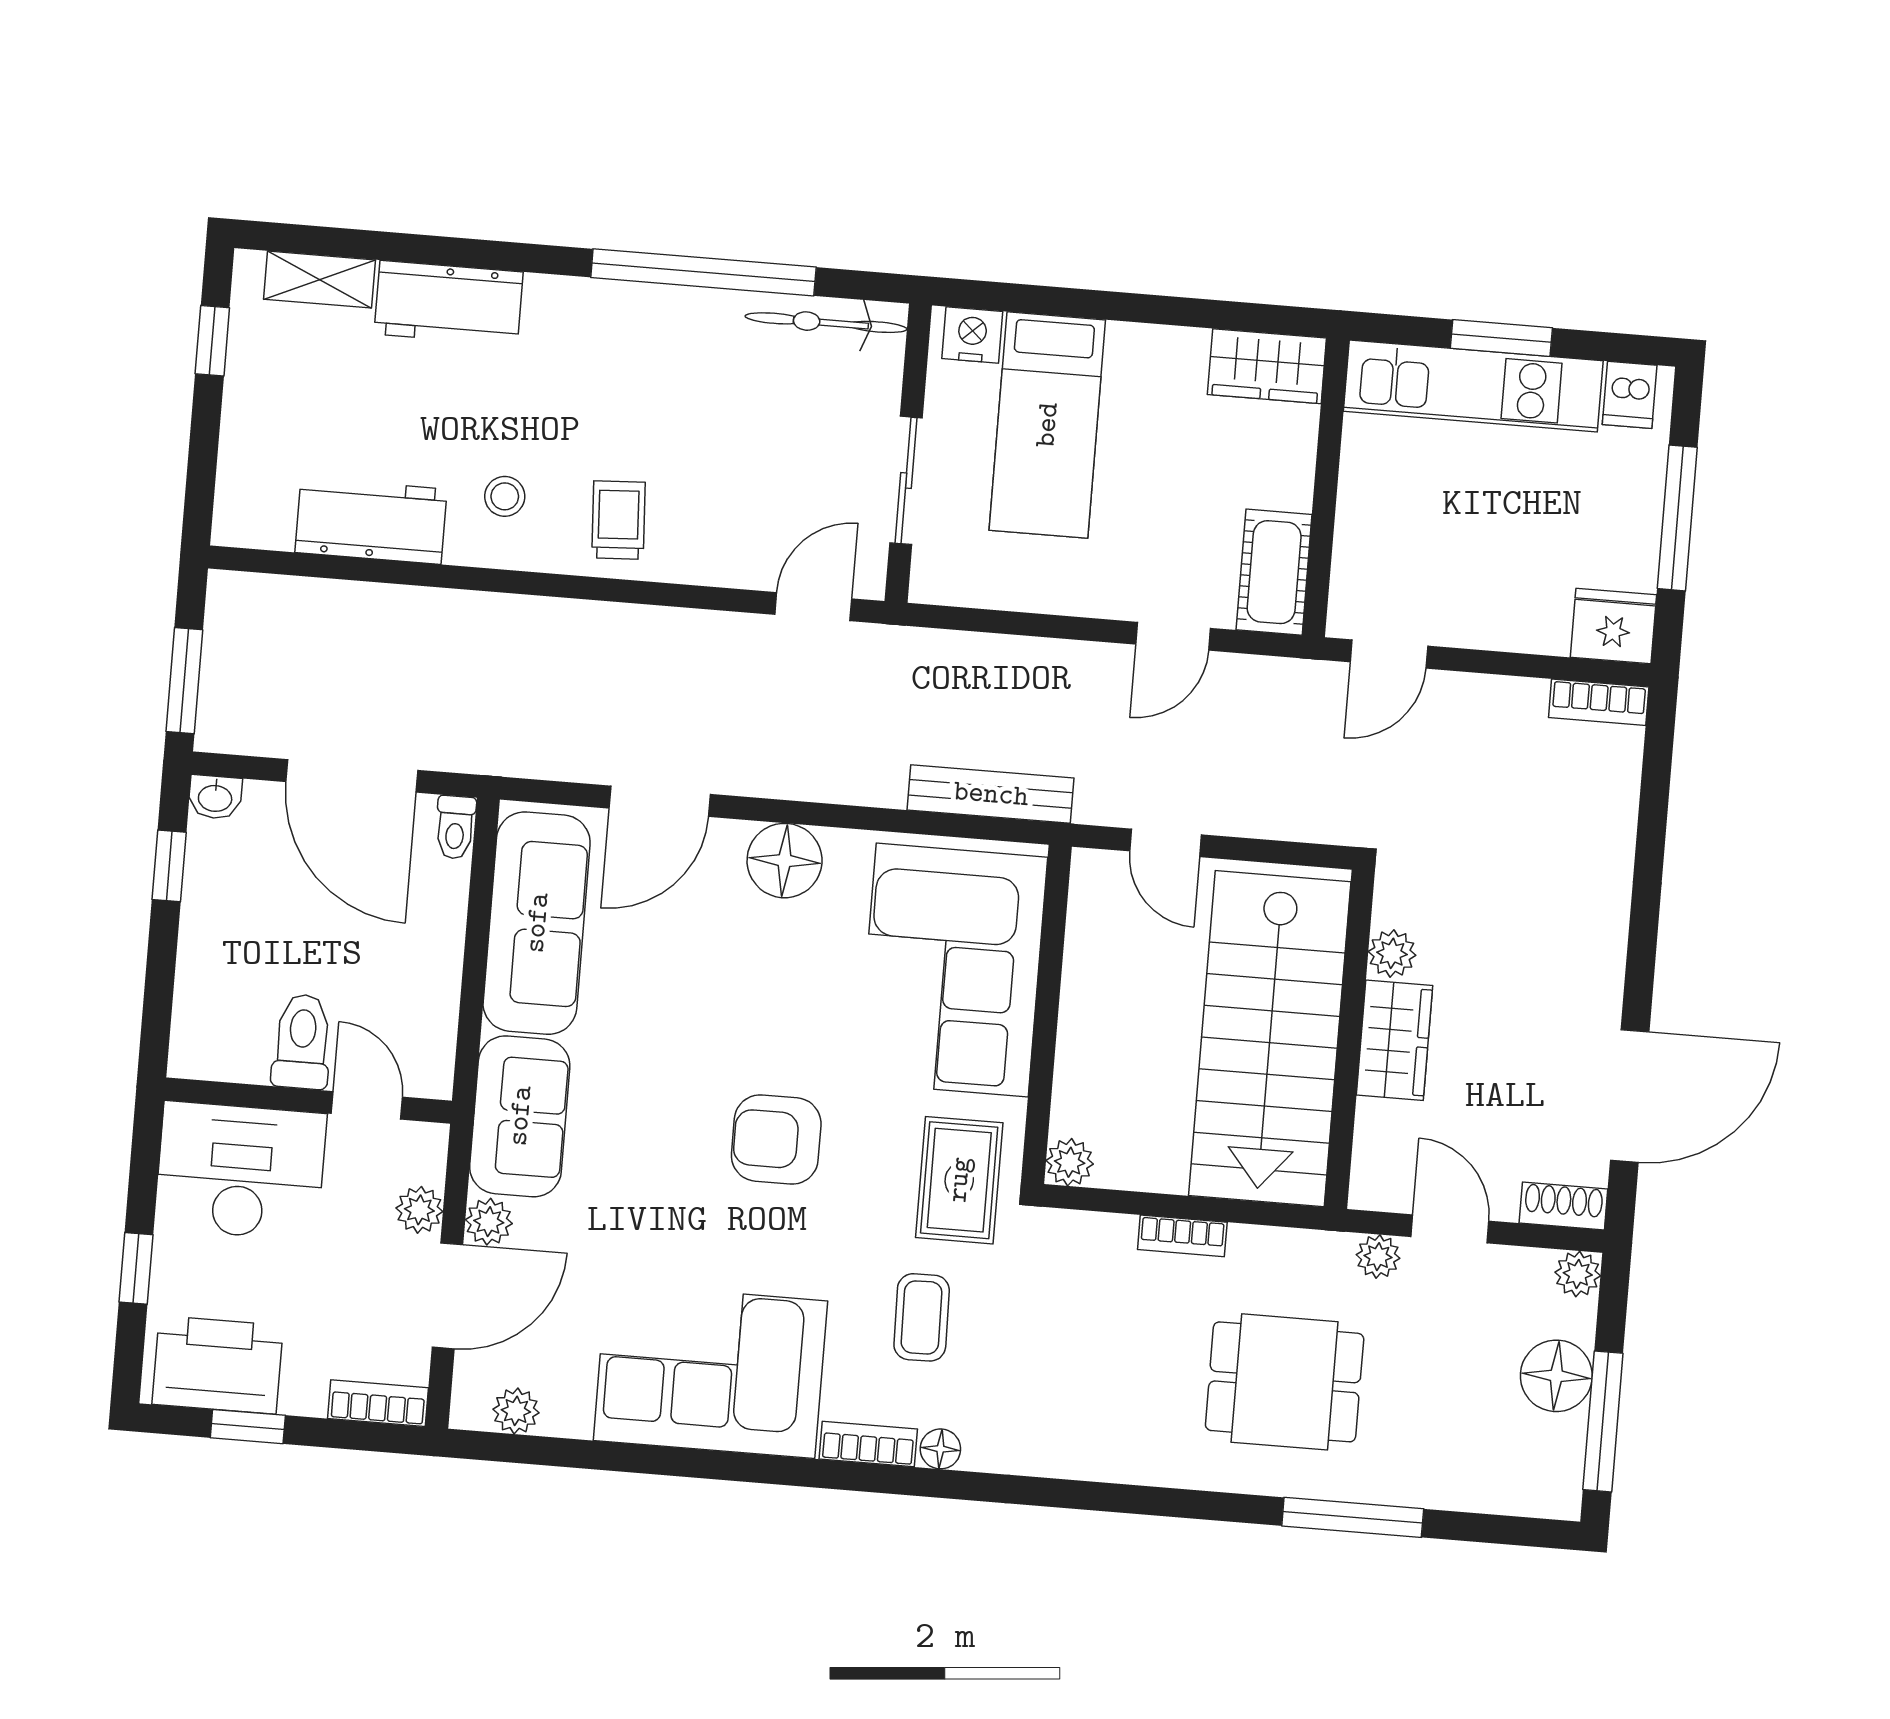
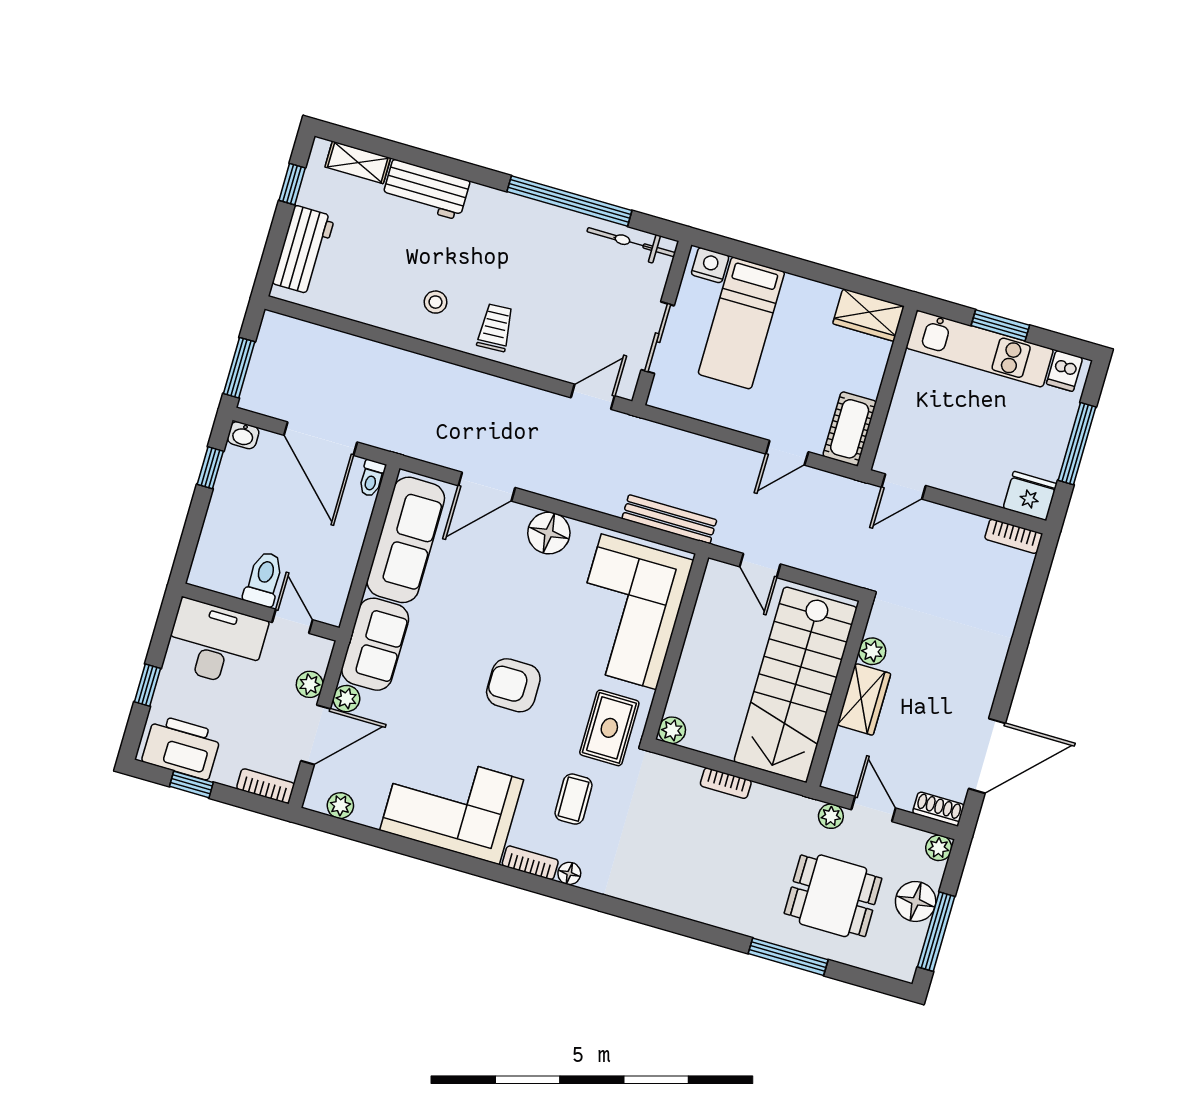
workbench: (371, 521) -> (304, 250), moved, turned 90
dining table: (1285, 1382) -> (833, 896), moved

